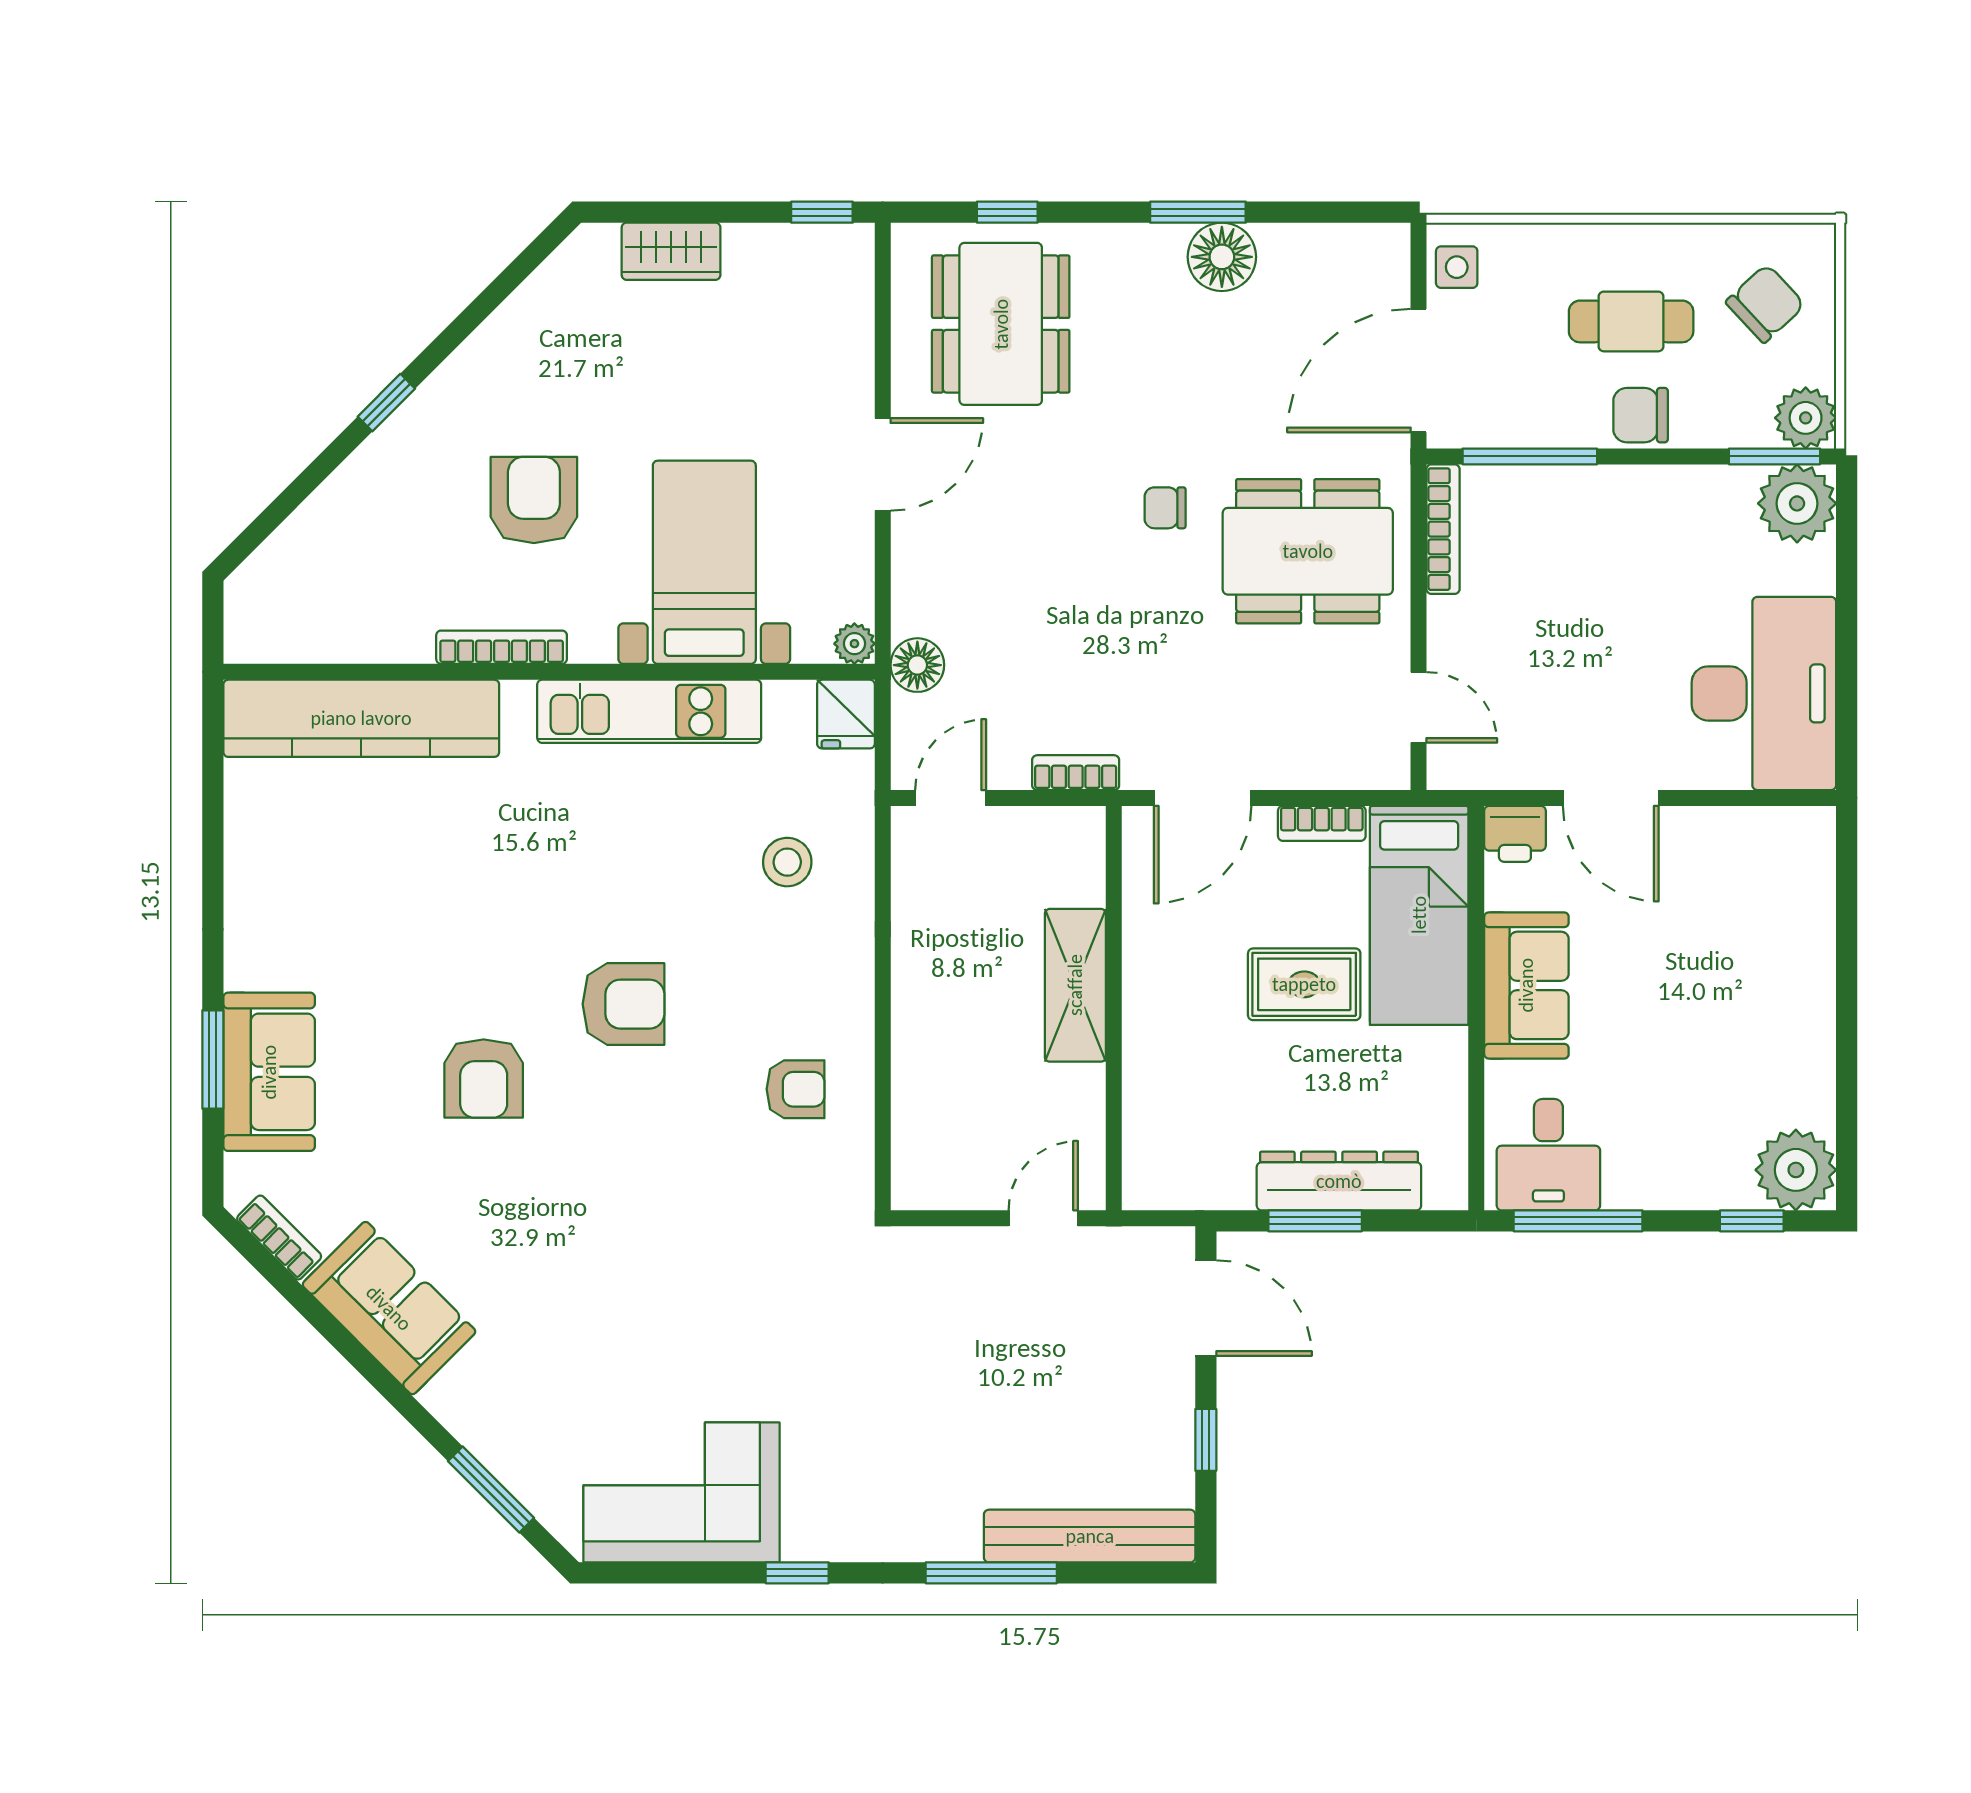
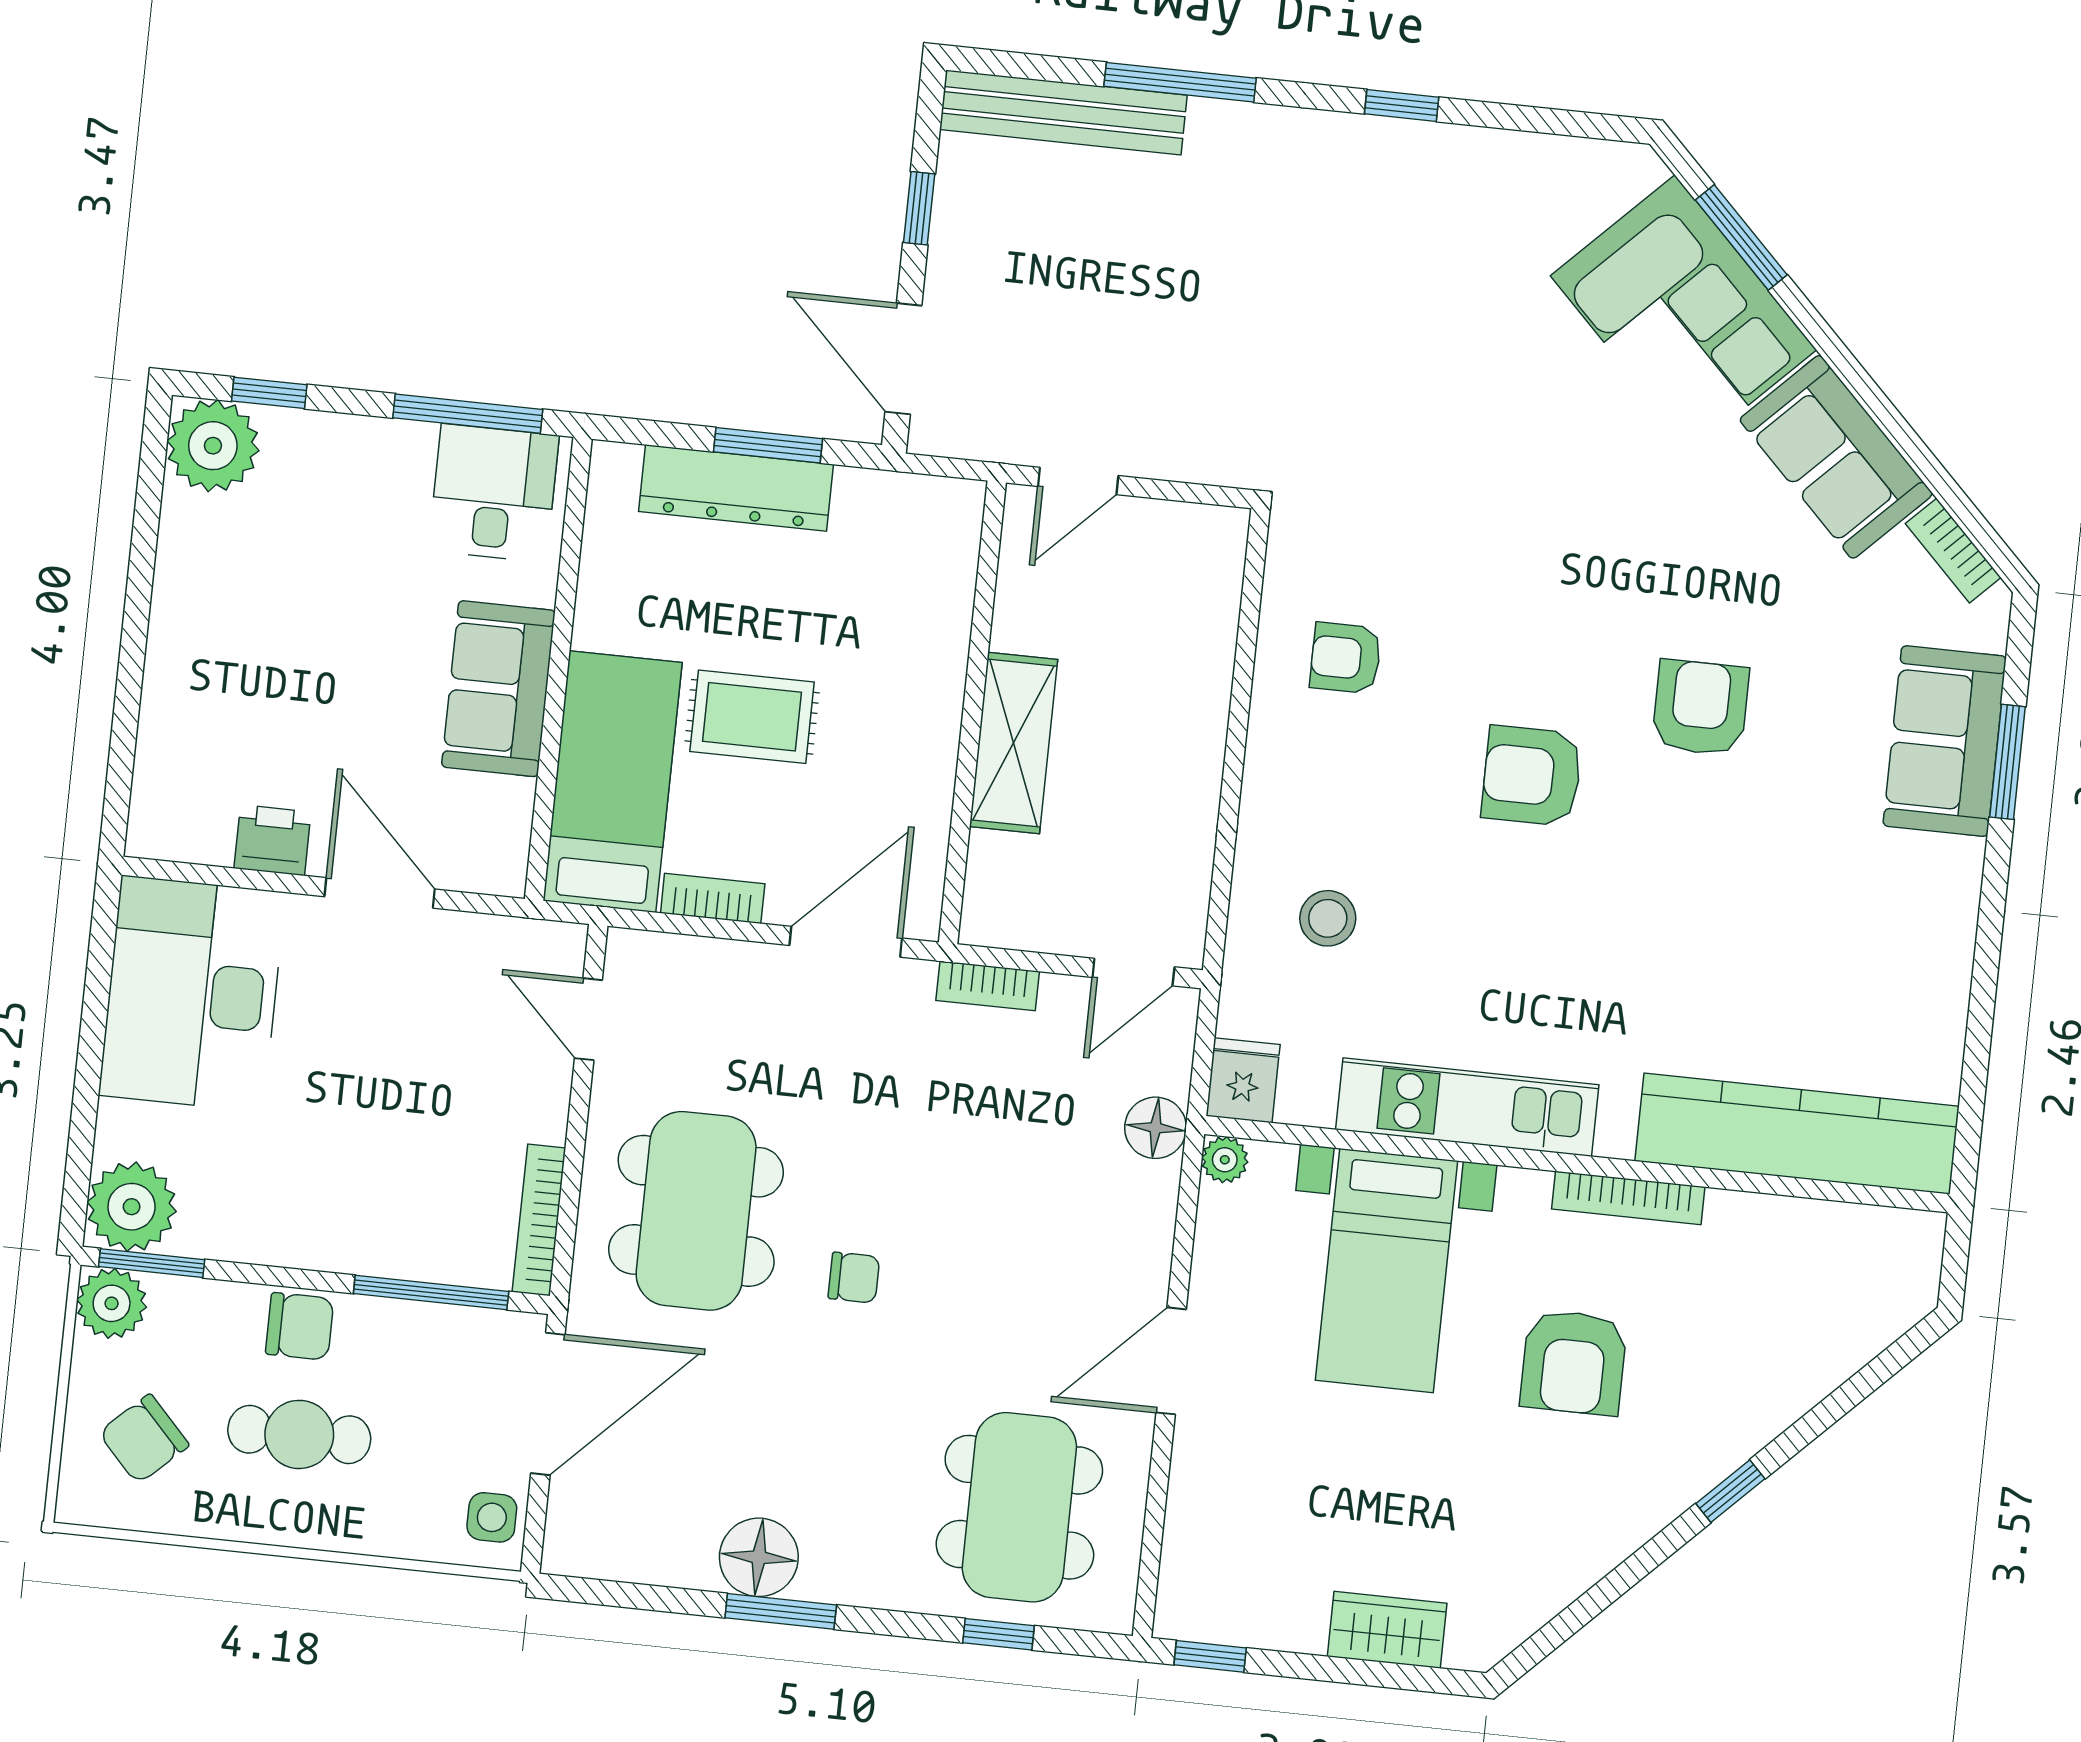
dining table: (1308, 551) -> (696, 1211), turned 90
printer: (1515, 834) -> (272, 840), moved
corner sofa: (681, 1492) -> (1683, 313), moved, turned 45

